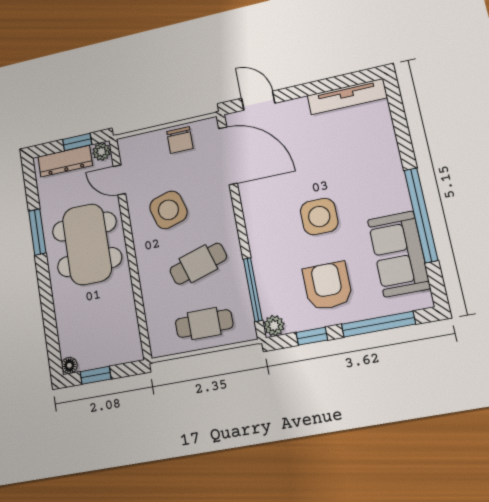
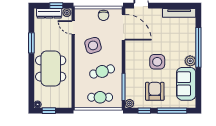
plant: (397, 199) -> (190, 61), added
window: (421, 215) -> (198, 47), moved
dining table: (87, 244) -> (51, 69), moved

